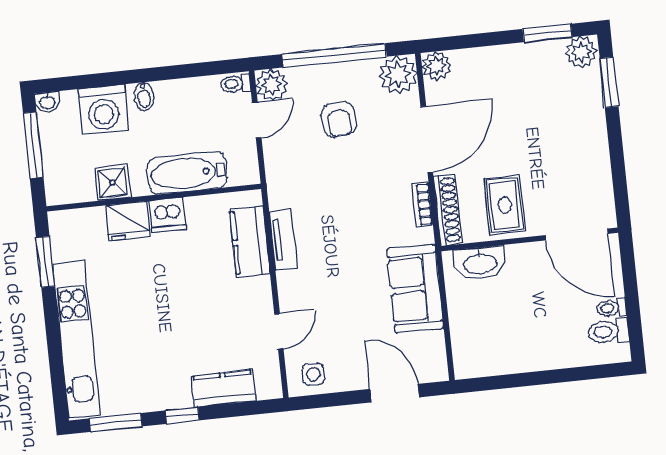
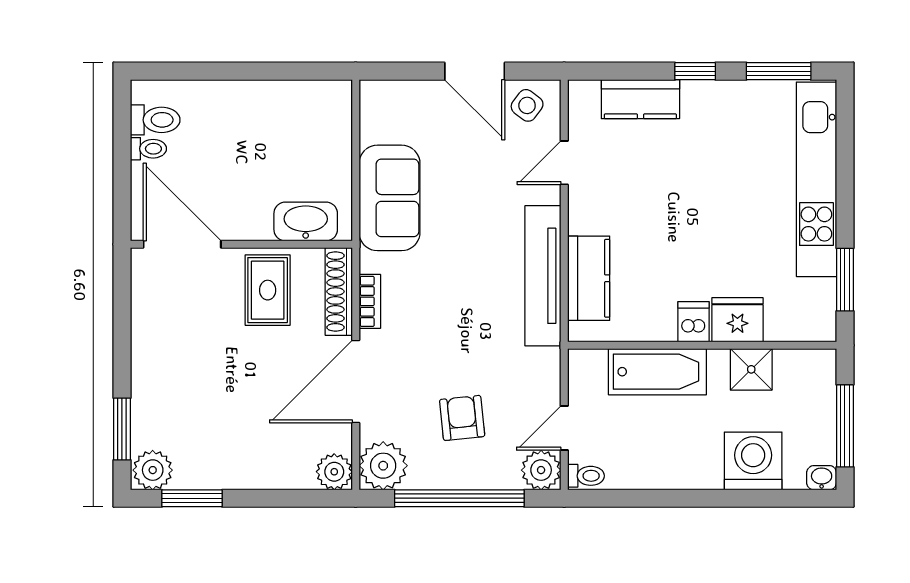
bidet: (144, 96) -> (701, 472), removed
dishwasher: (167, 215) -> (694, 322), width x0.73
tv unit: (283, 240) -> (543, 276), width x1.92, depth x1.29
side table: (313, 374) -> (527, 105), turned 37
door: (395, 393) -> (475, 71), moved

